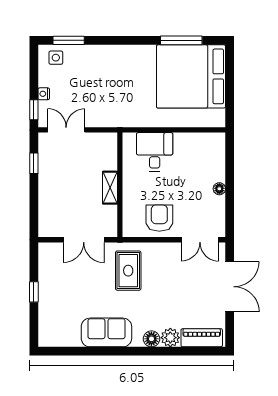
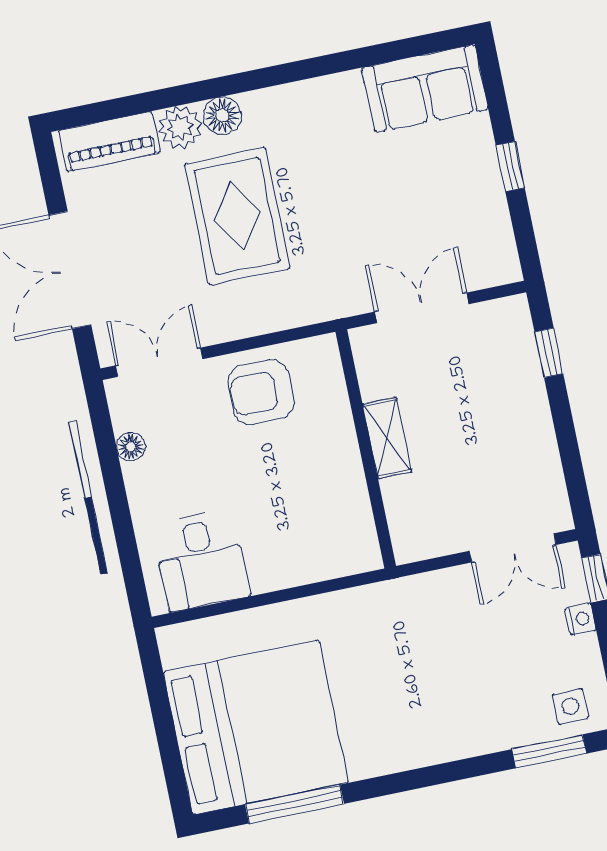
desk: (155, 152) -> (201, 561), moved
window: (34, 163) -> (549, 353), moved
floor lamp: (219, 189) -> (131, 447), moved
armchair: (159, 218) -> (261, 392), turned 90
rug: (128, 271) -> (237, 216), moved, width x1.36, depth x1.43
sofa: (106, 332) -> (425, 89), moved

